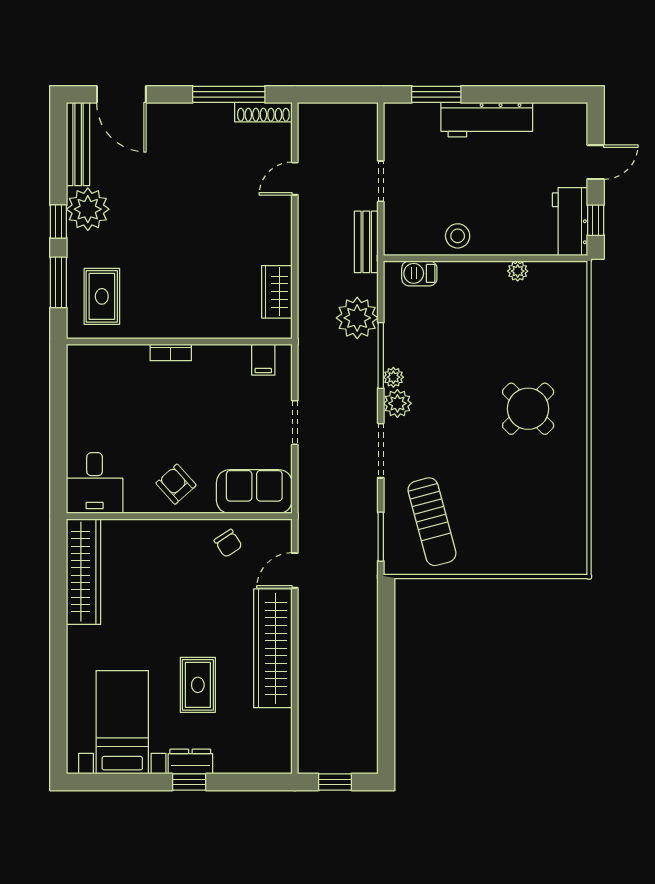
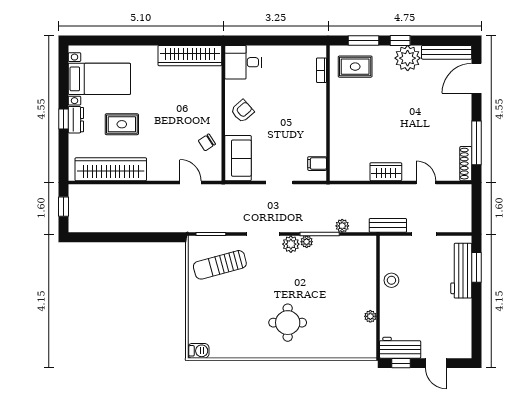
workbench: (487, 120) -> (461, 271), moved
barbecue: (419, 273) -> (198, 351), moved, turned 90
wardrobe: (277, 292) -> (386, 172), moved
plant: (357, 318) -> (342, 226), width x0.53, depth x0.53
bookcase: (171, 352) -> (321, 70), moved
round table: (528, 409) -> (288, 323), turned 45
wardrobe: (273, 648) -> (111, 169), moved

